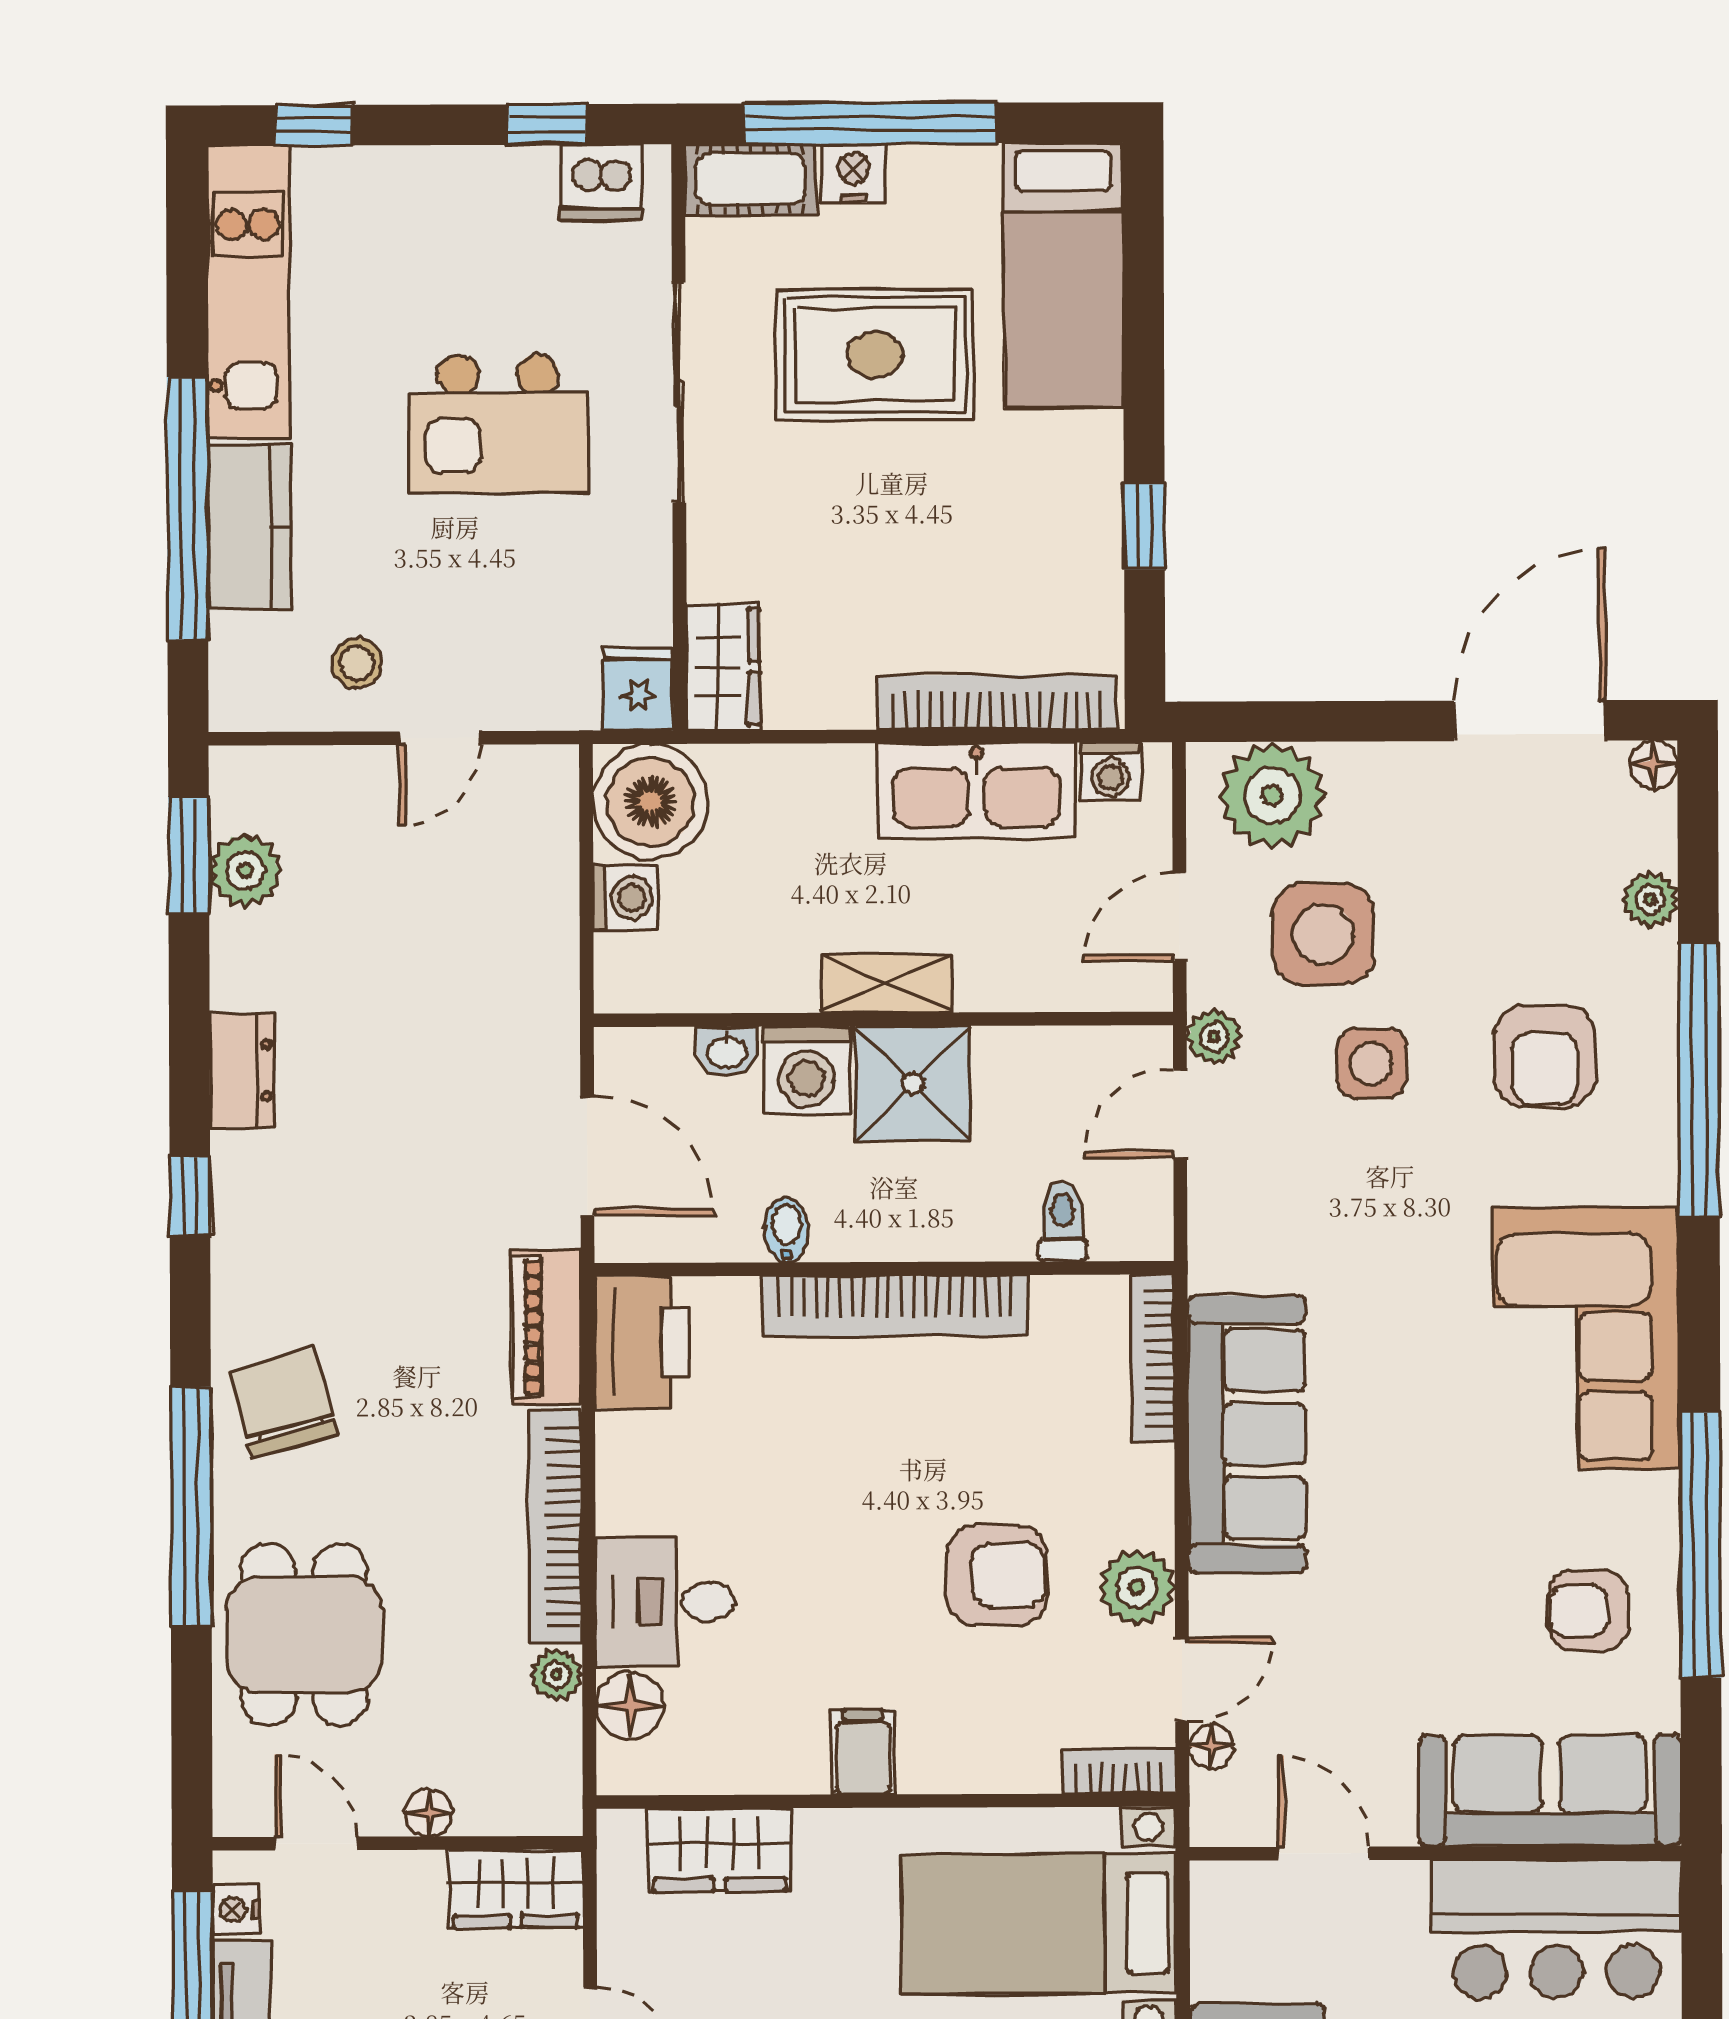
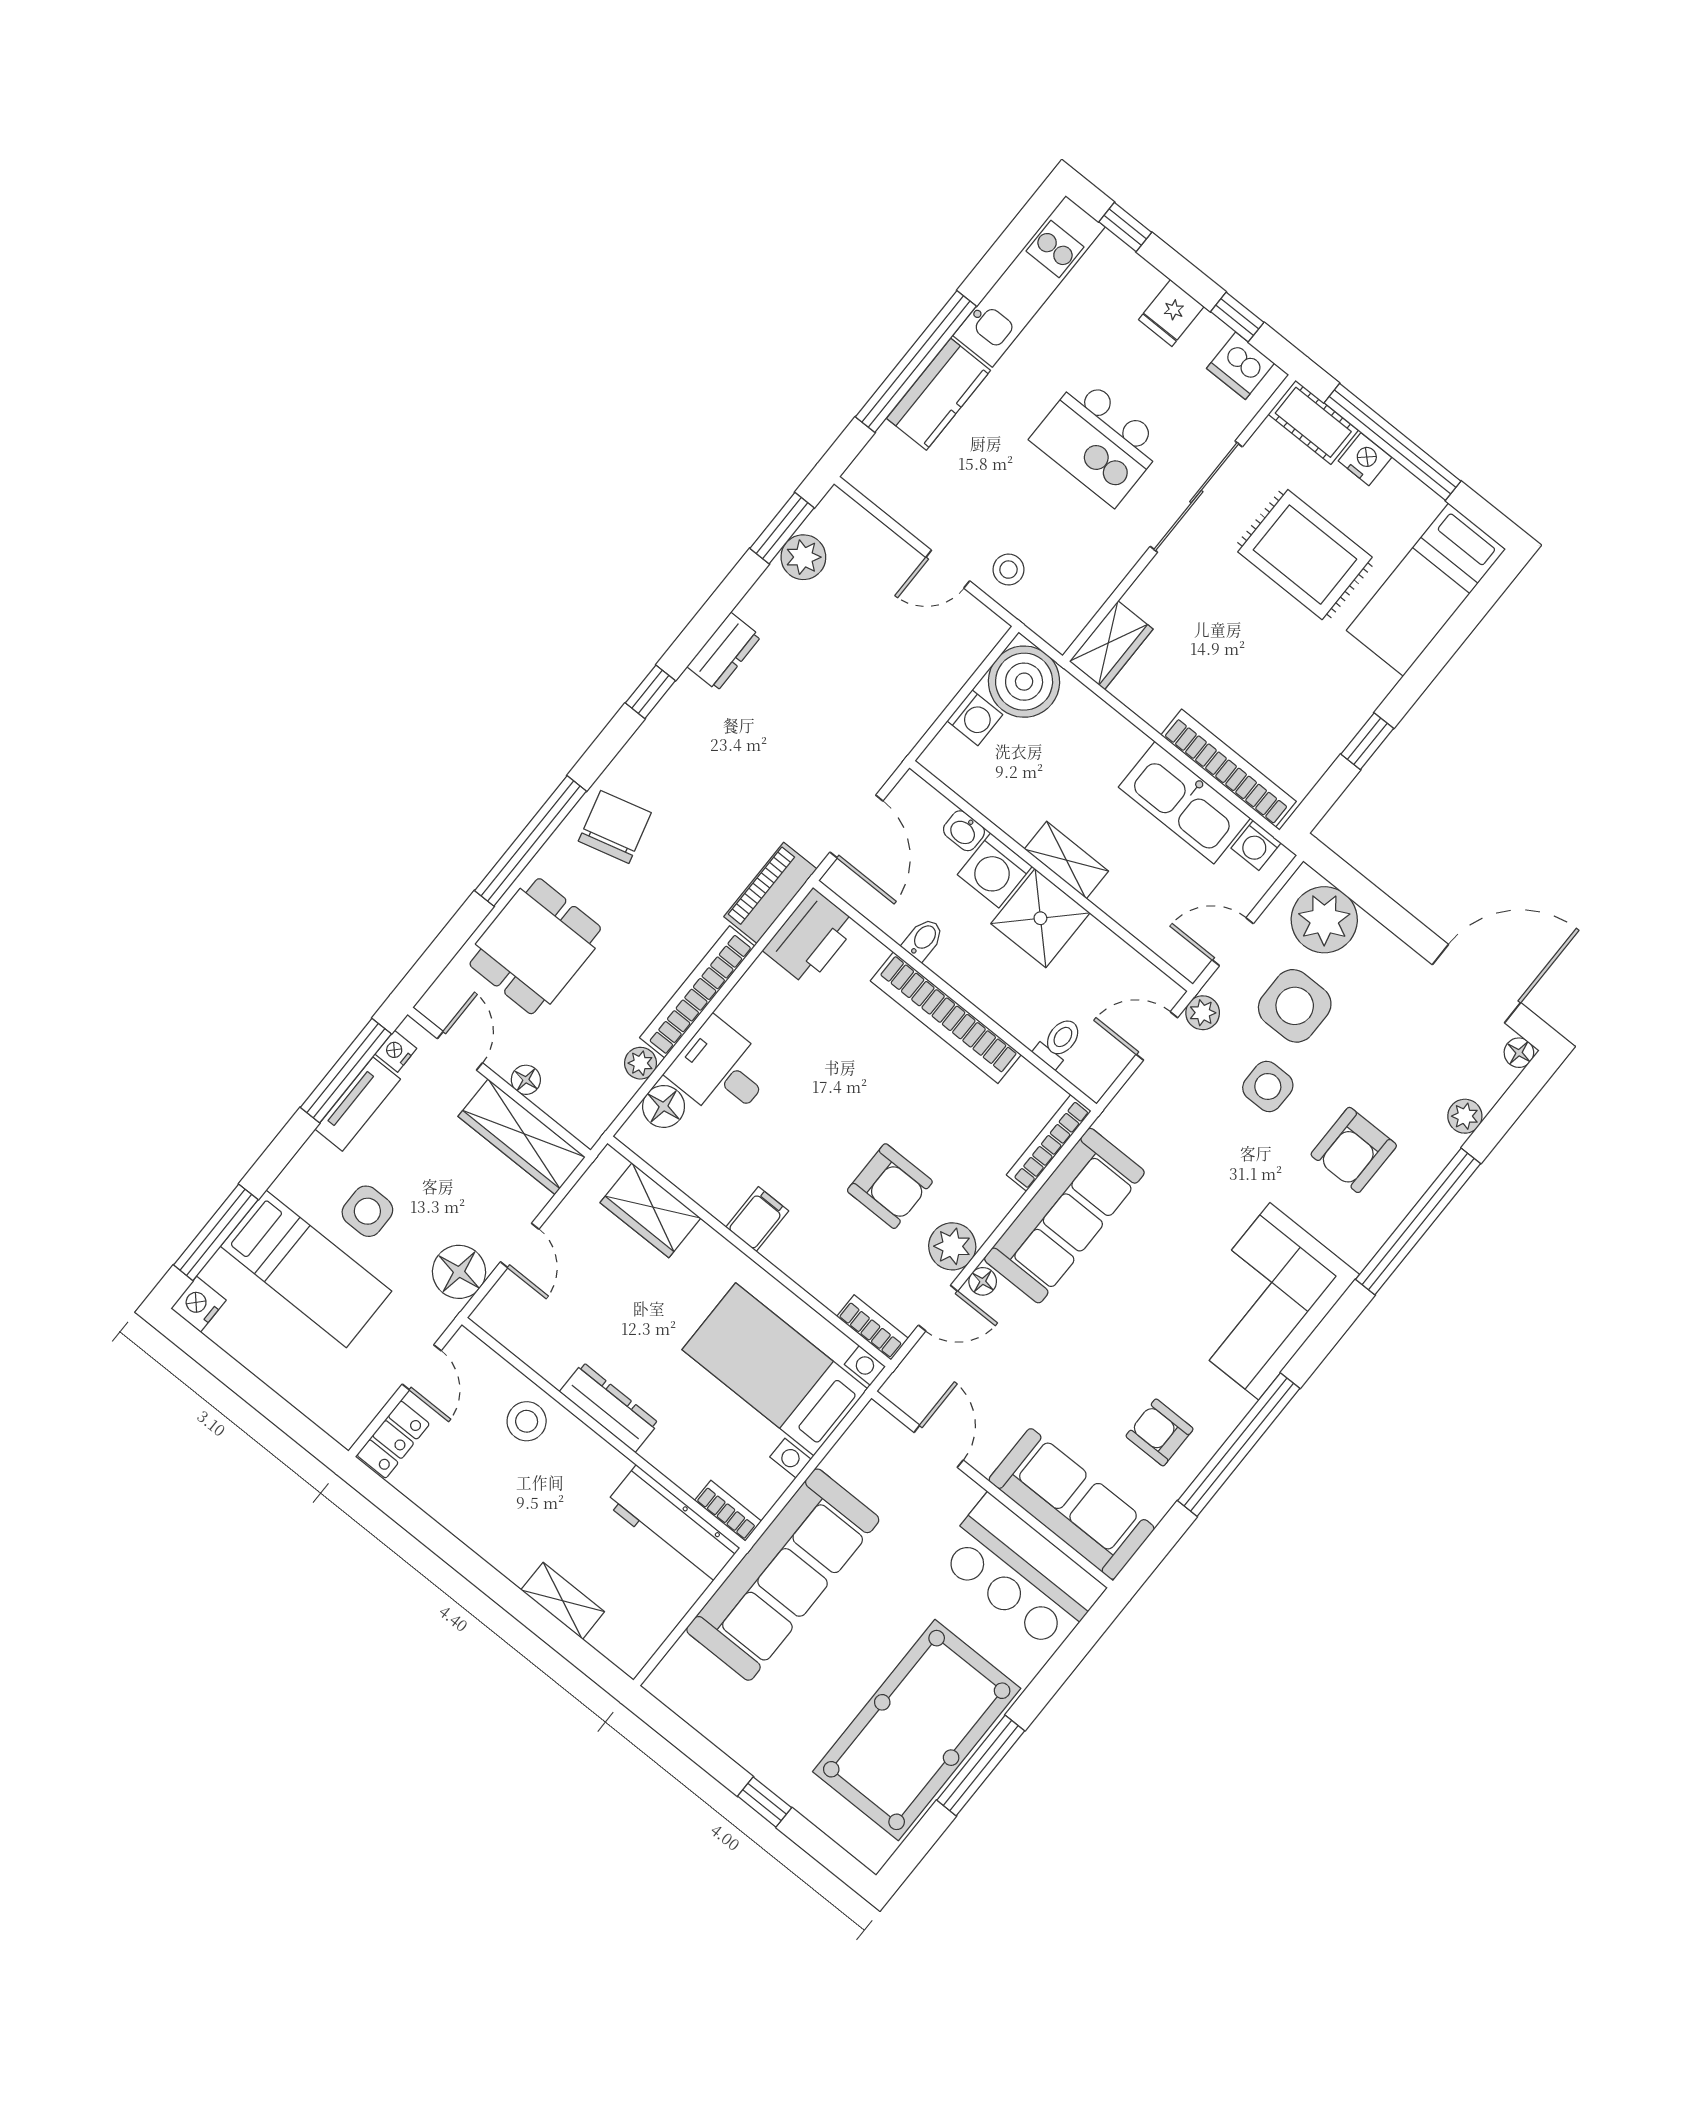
stool: (357, 663) -> (1008, 570), moved
fridge: (638, 689) -> (1171, 313), moved, turned 180
floor lamp: (1211, 1746) -> (983, 1281), moved
wardrobe: (516, 1889) -> (522, 1137), width x1.50

